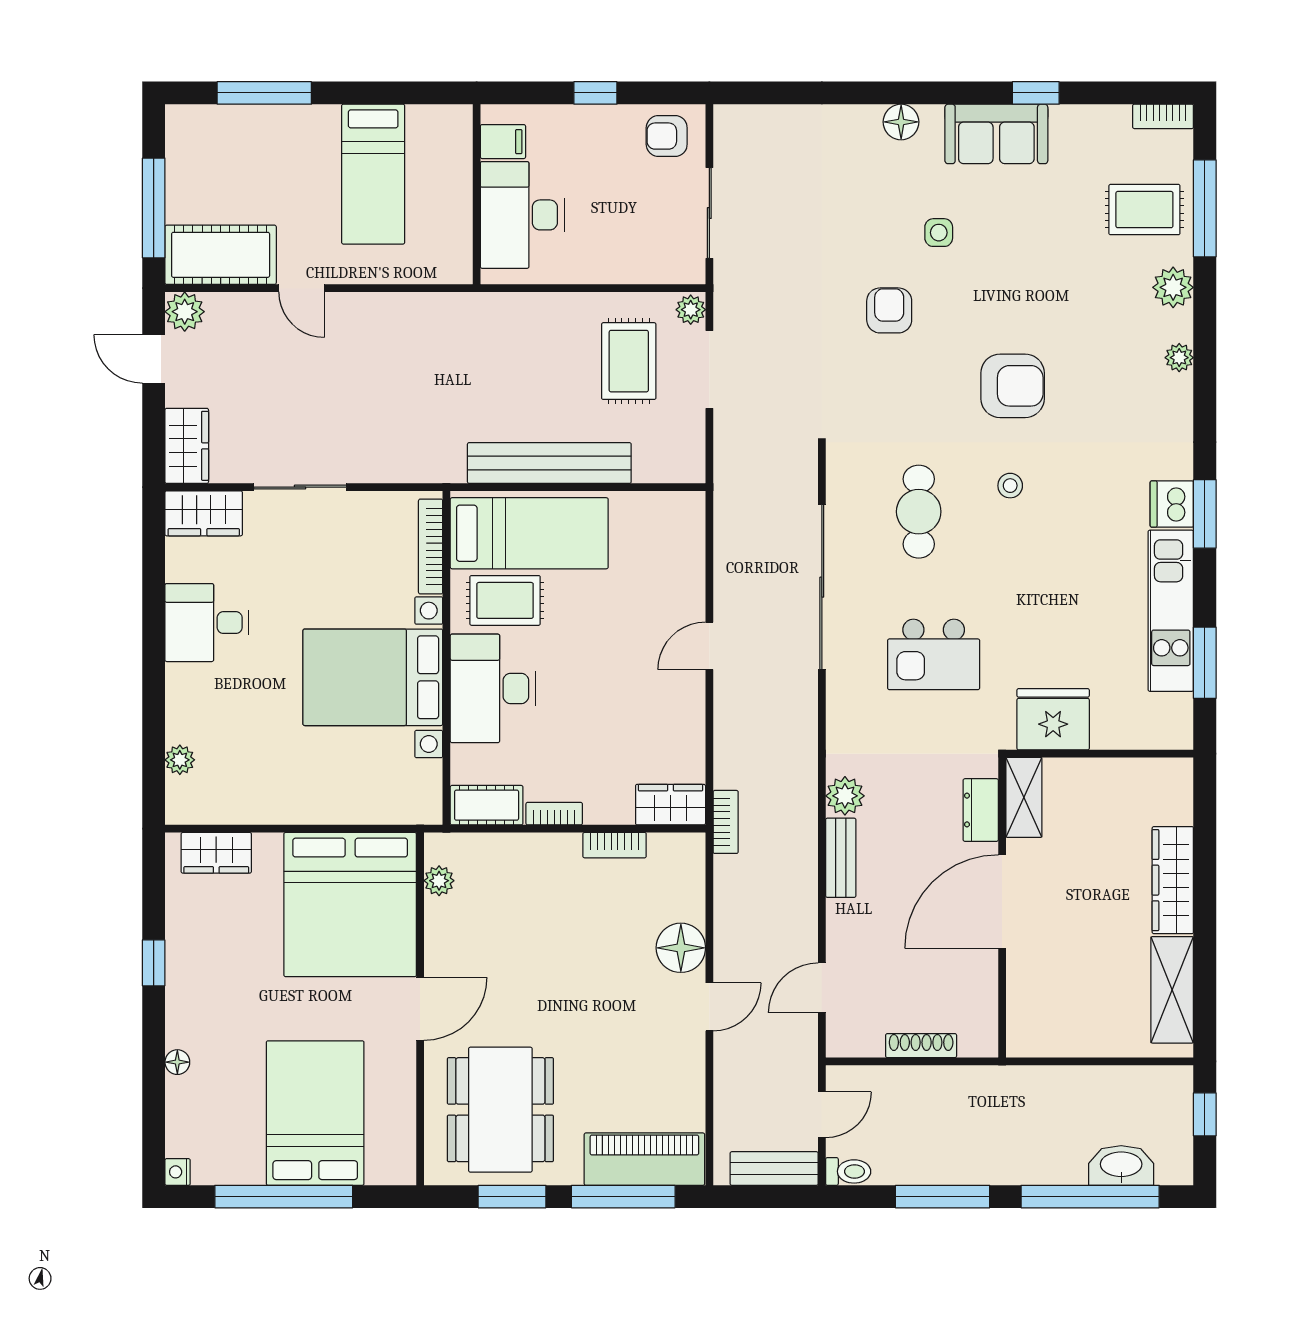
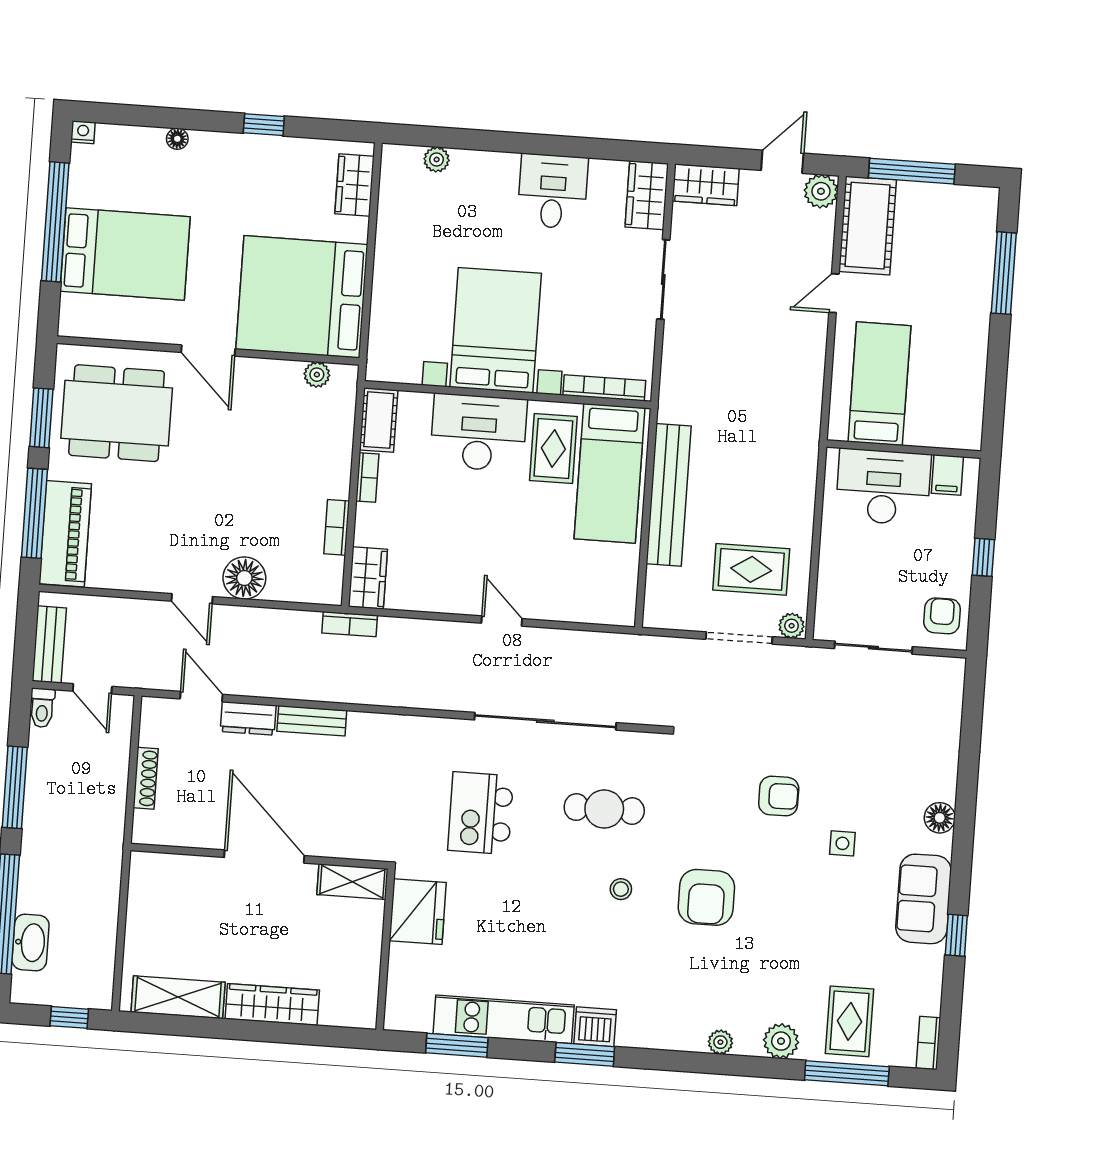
bed: (373, 174) -> (879, 384), moved, turned 90
plant: (845, 796) -> (365, 728), removed
dresser: (981, 810) -> (248, 718), moved, turned 180

